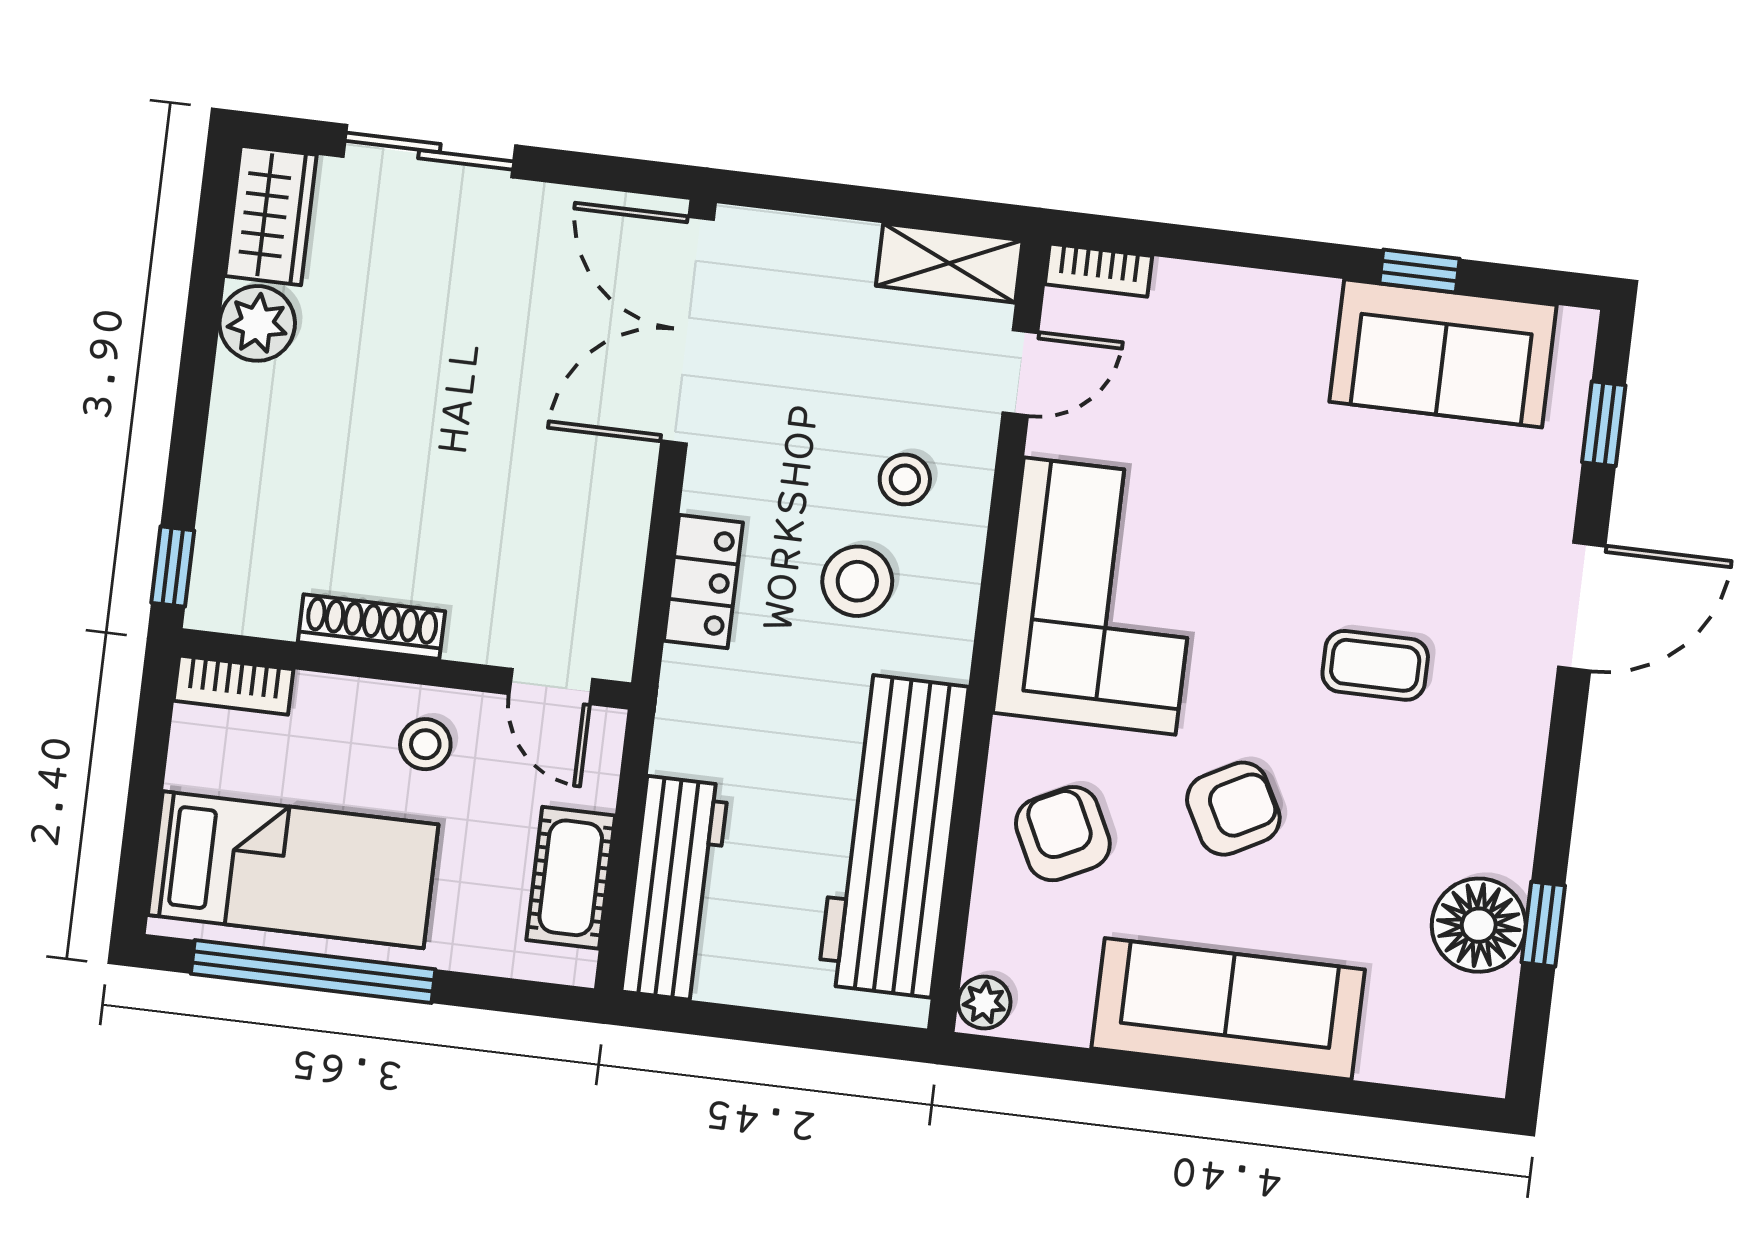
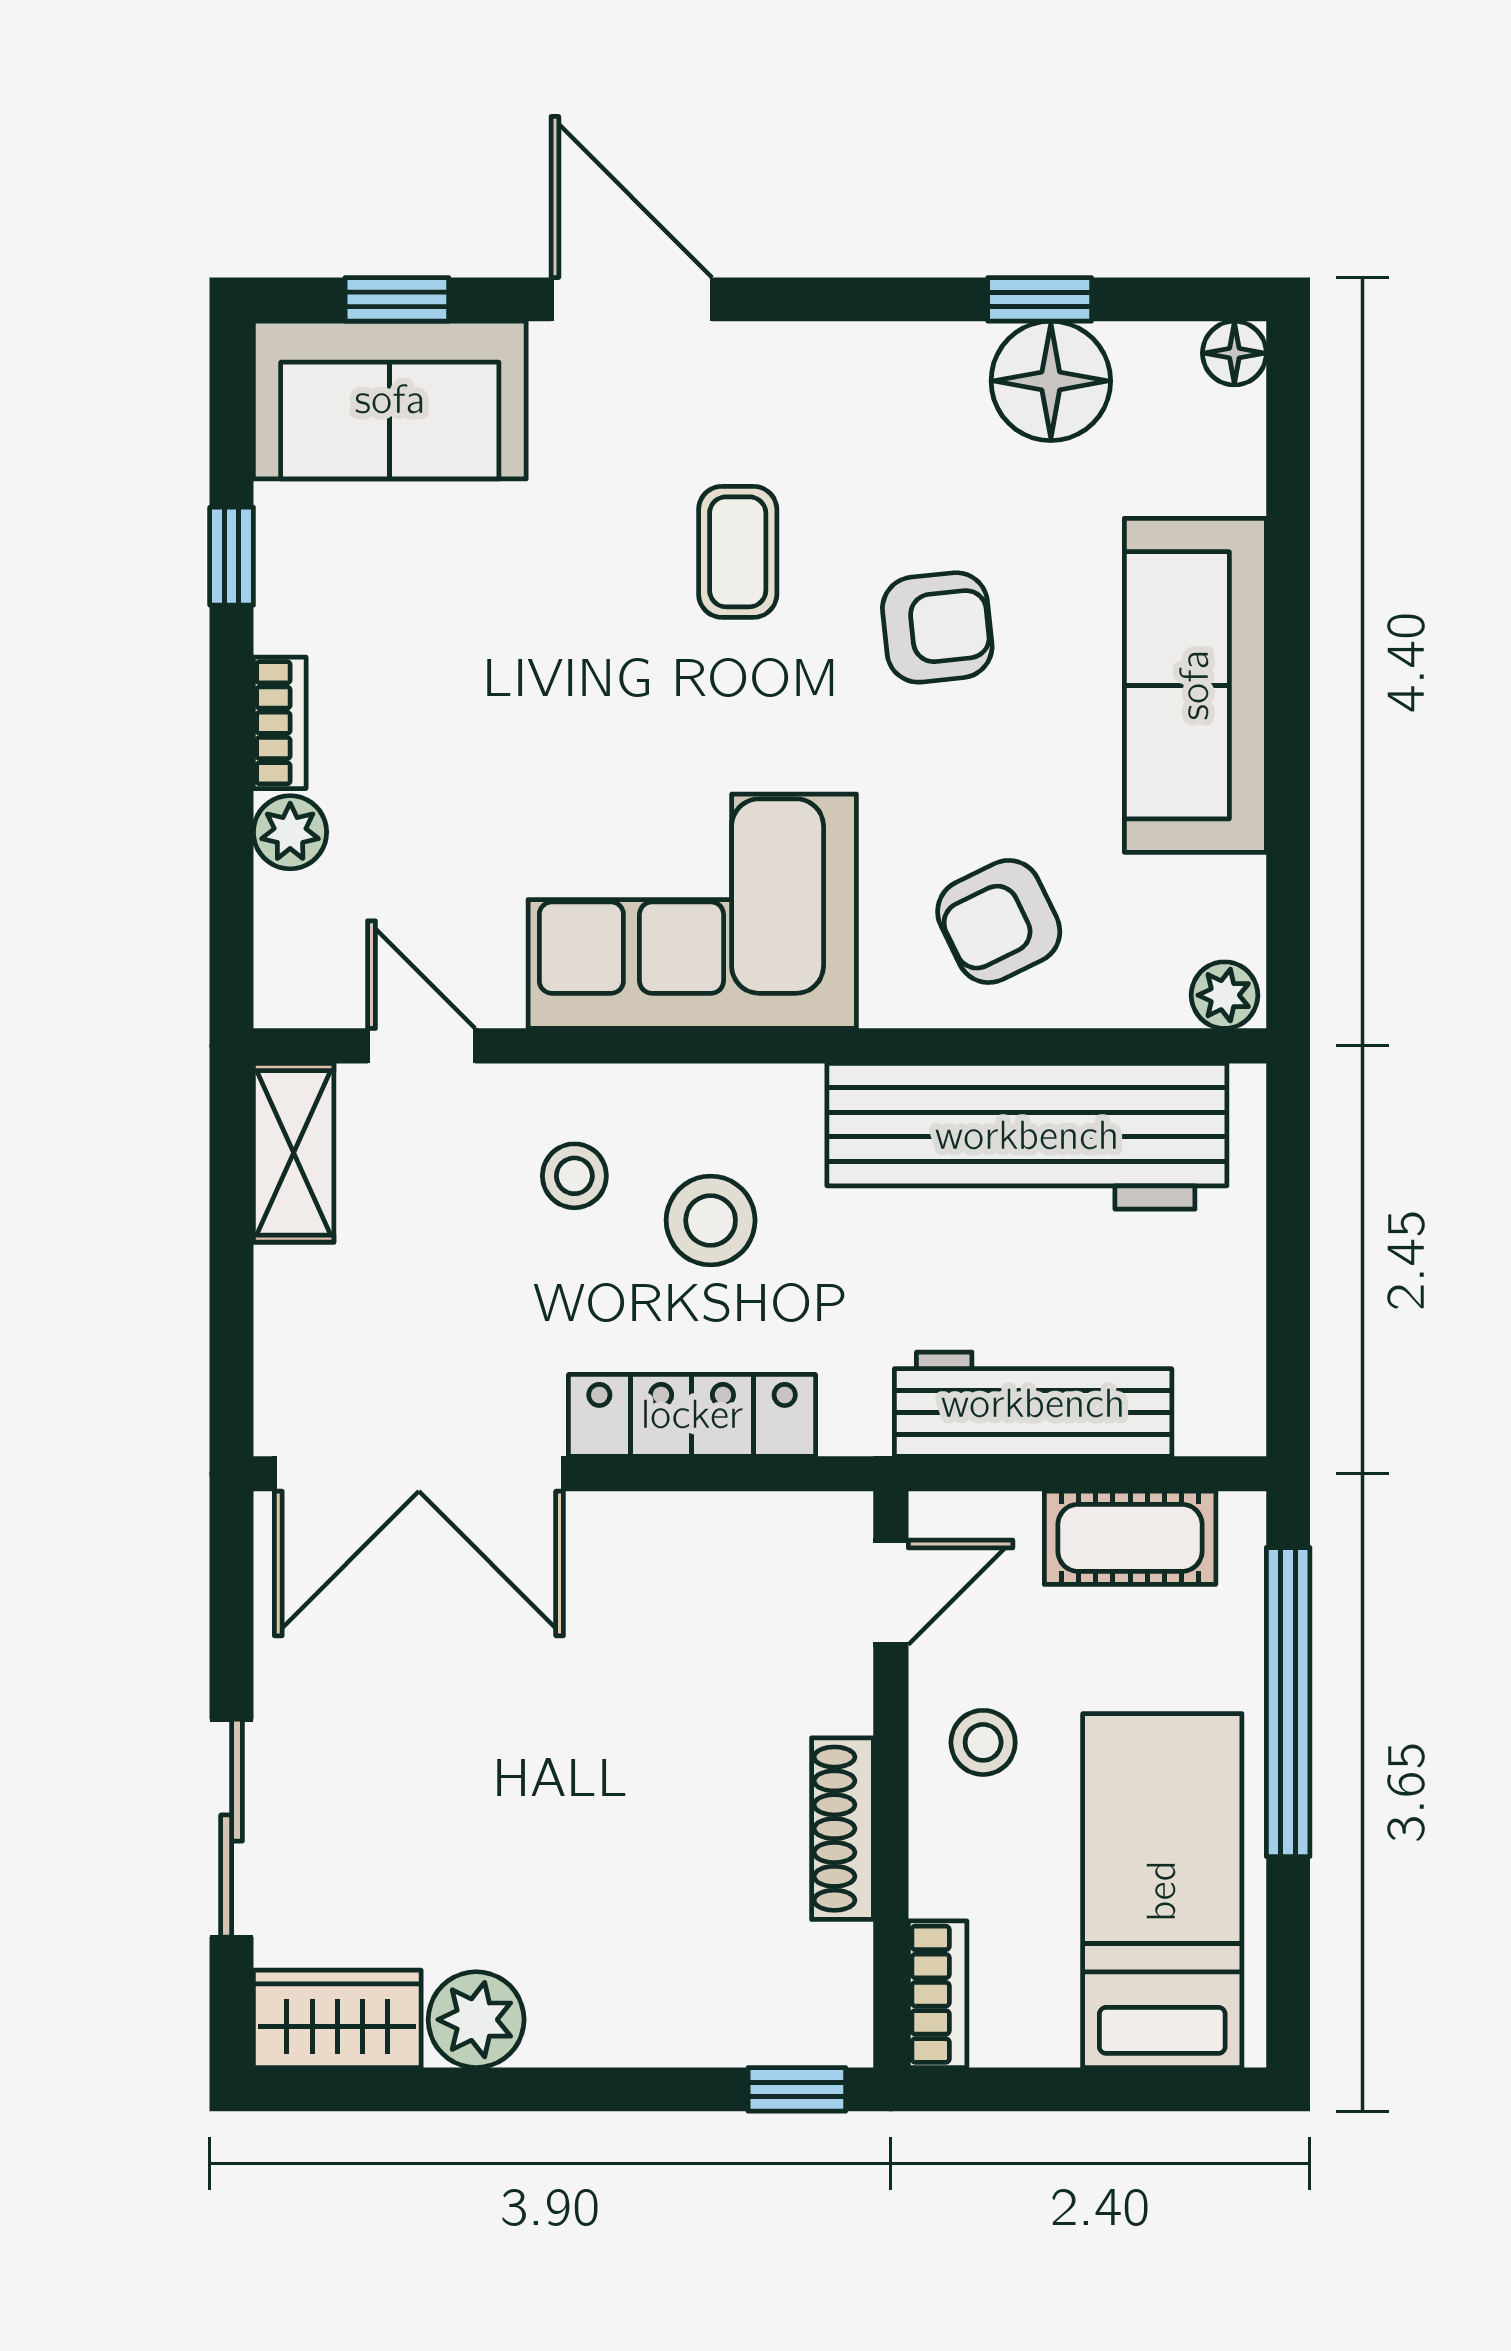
bookcase: (1099, 270) -> (280, 723), moved
plant: (1199, 290) -> (290, 832), added
sofa: (1443, 353) -> (390, 400), moved, turned 90
locker: (703, 582) -> (692, 1415), width x1.53
armchair: (1233, 809) -> (937, 627), moved, turned 112
workbench: (675, 888) -> (1033, 1404), moved
window: (313, 972) -> (1288, 1702), moved
floor lamp: (1483, 1071) -> (1234, 353), added

